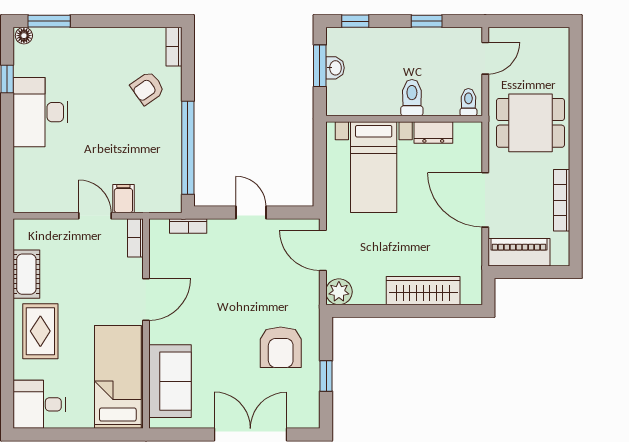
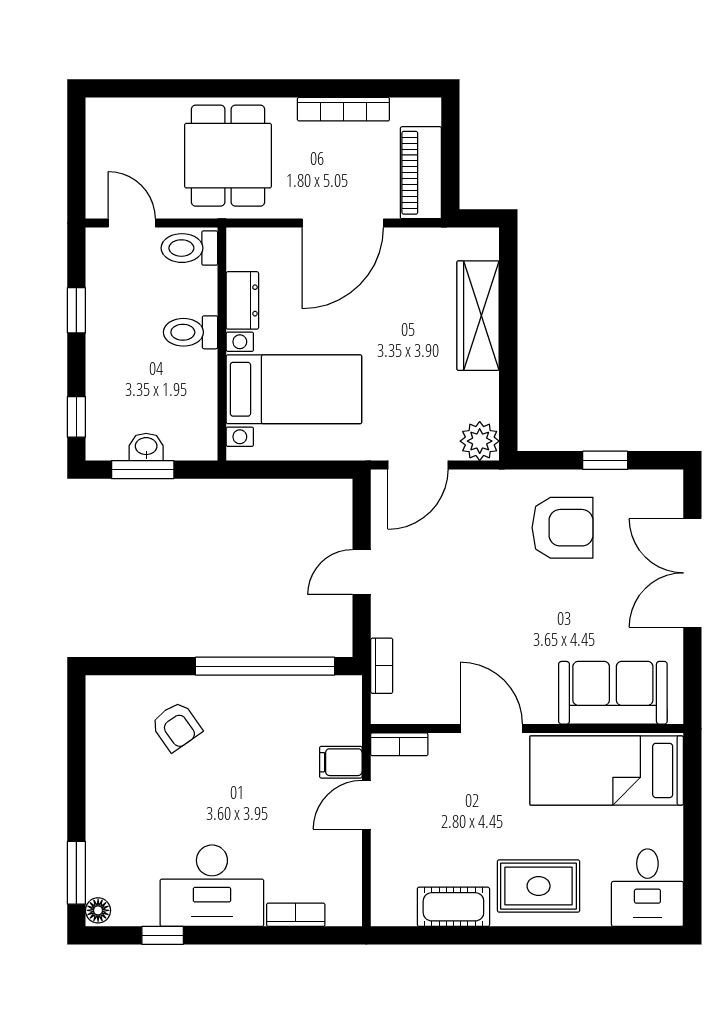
bookcase: (174, 47) -> (296, 915), moved, turned 180
toilet: (468, 102) -> (189, 248), width x1.37, depth x1.39

